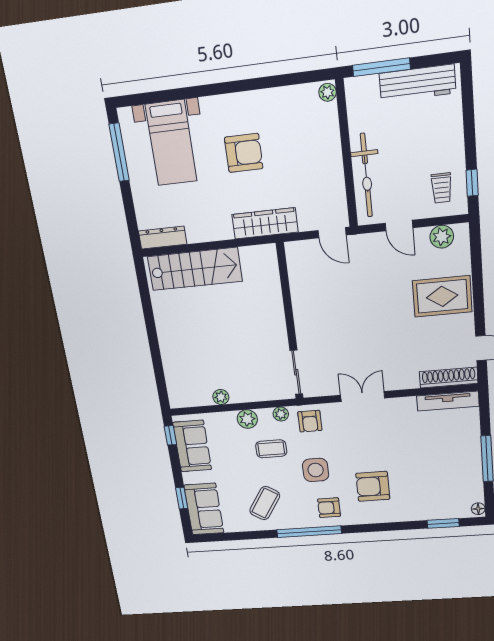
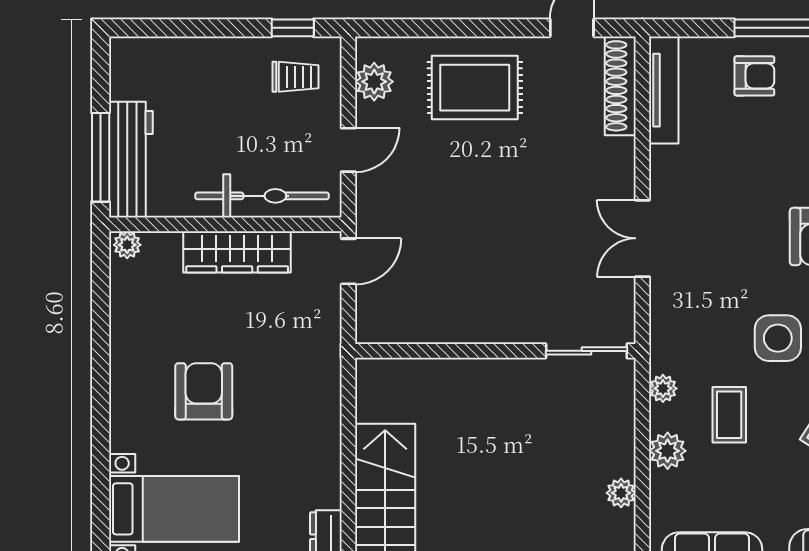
workbench: (417, 83) -> (131, 160), moved
wardrobe: (265, 223) -> (237, 252), moved, turned -90
rug: (442, 296) -> (475, 88), turned 90
armchair: (310, 421) -> (754, 76), moved

